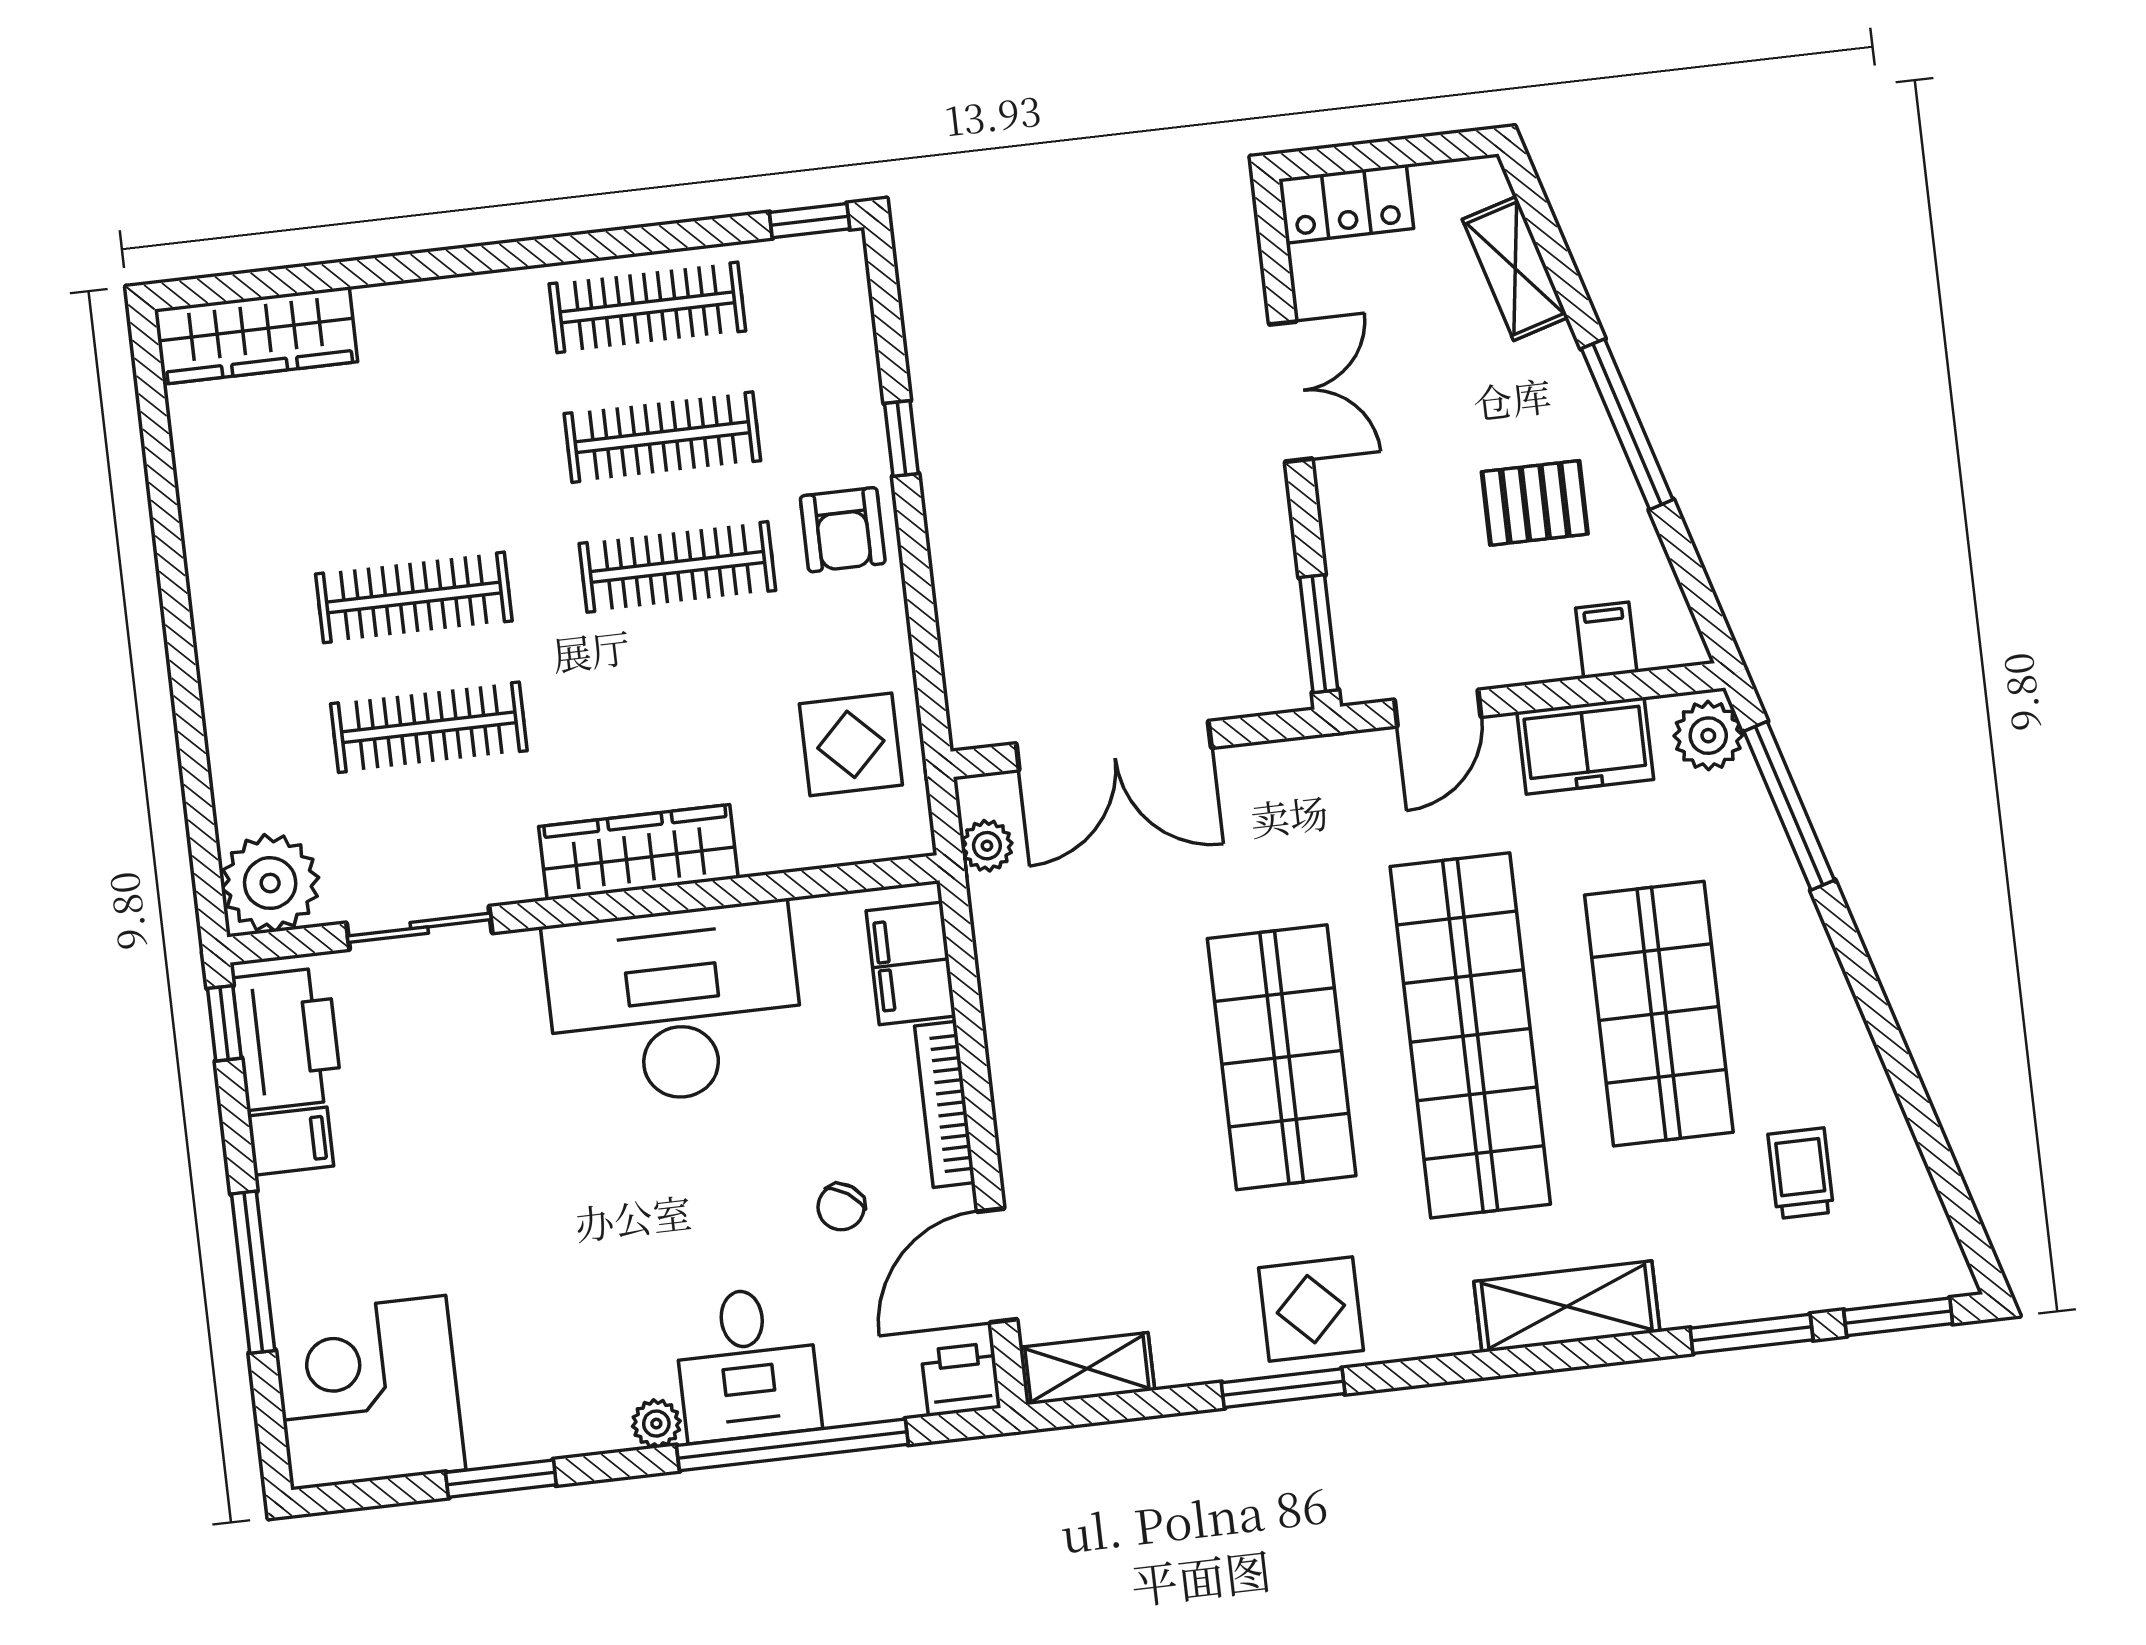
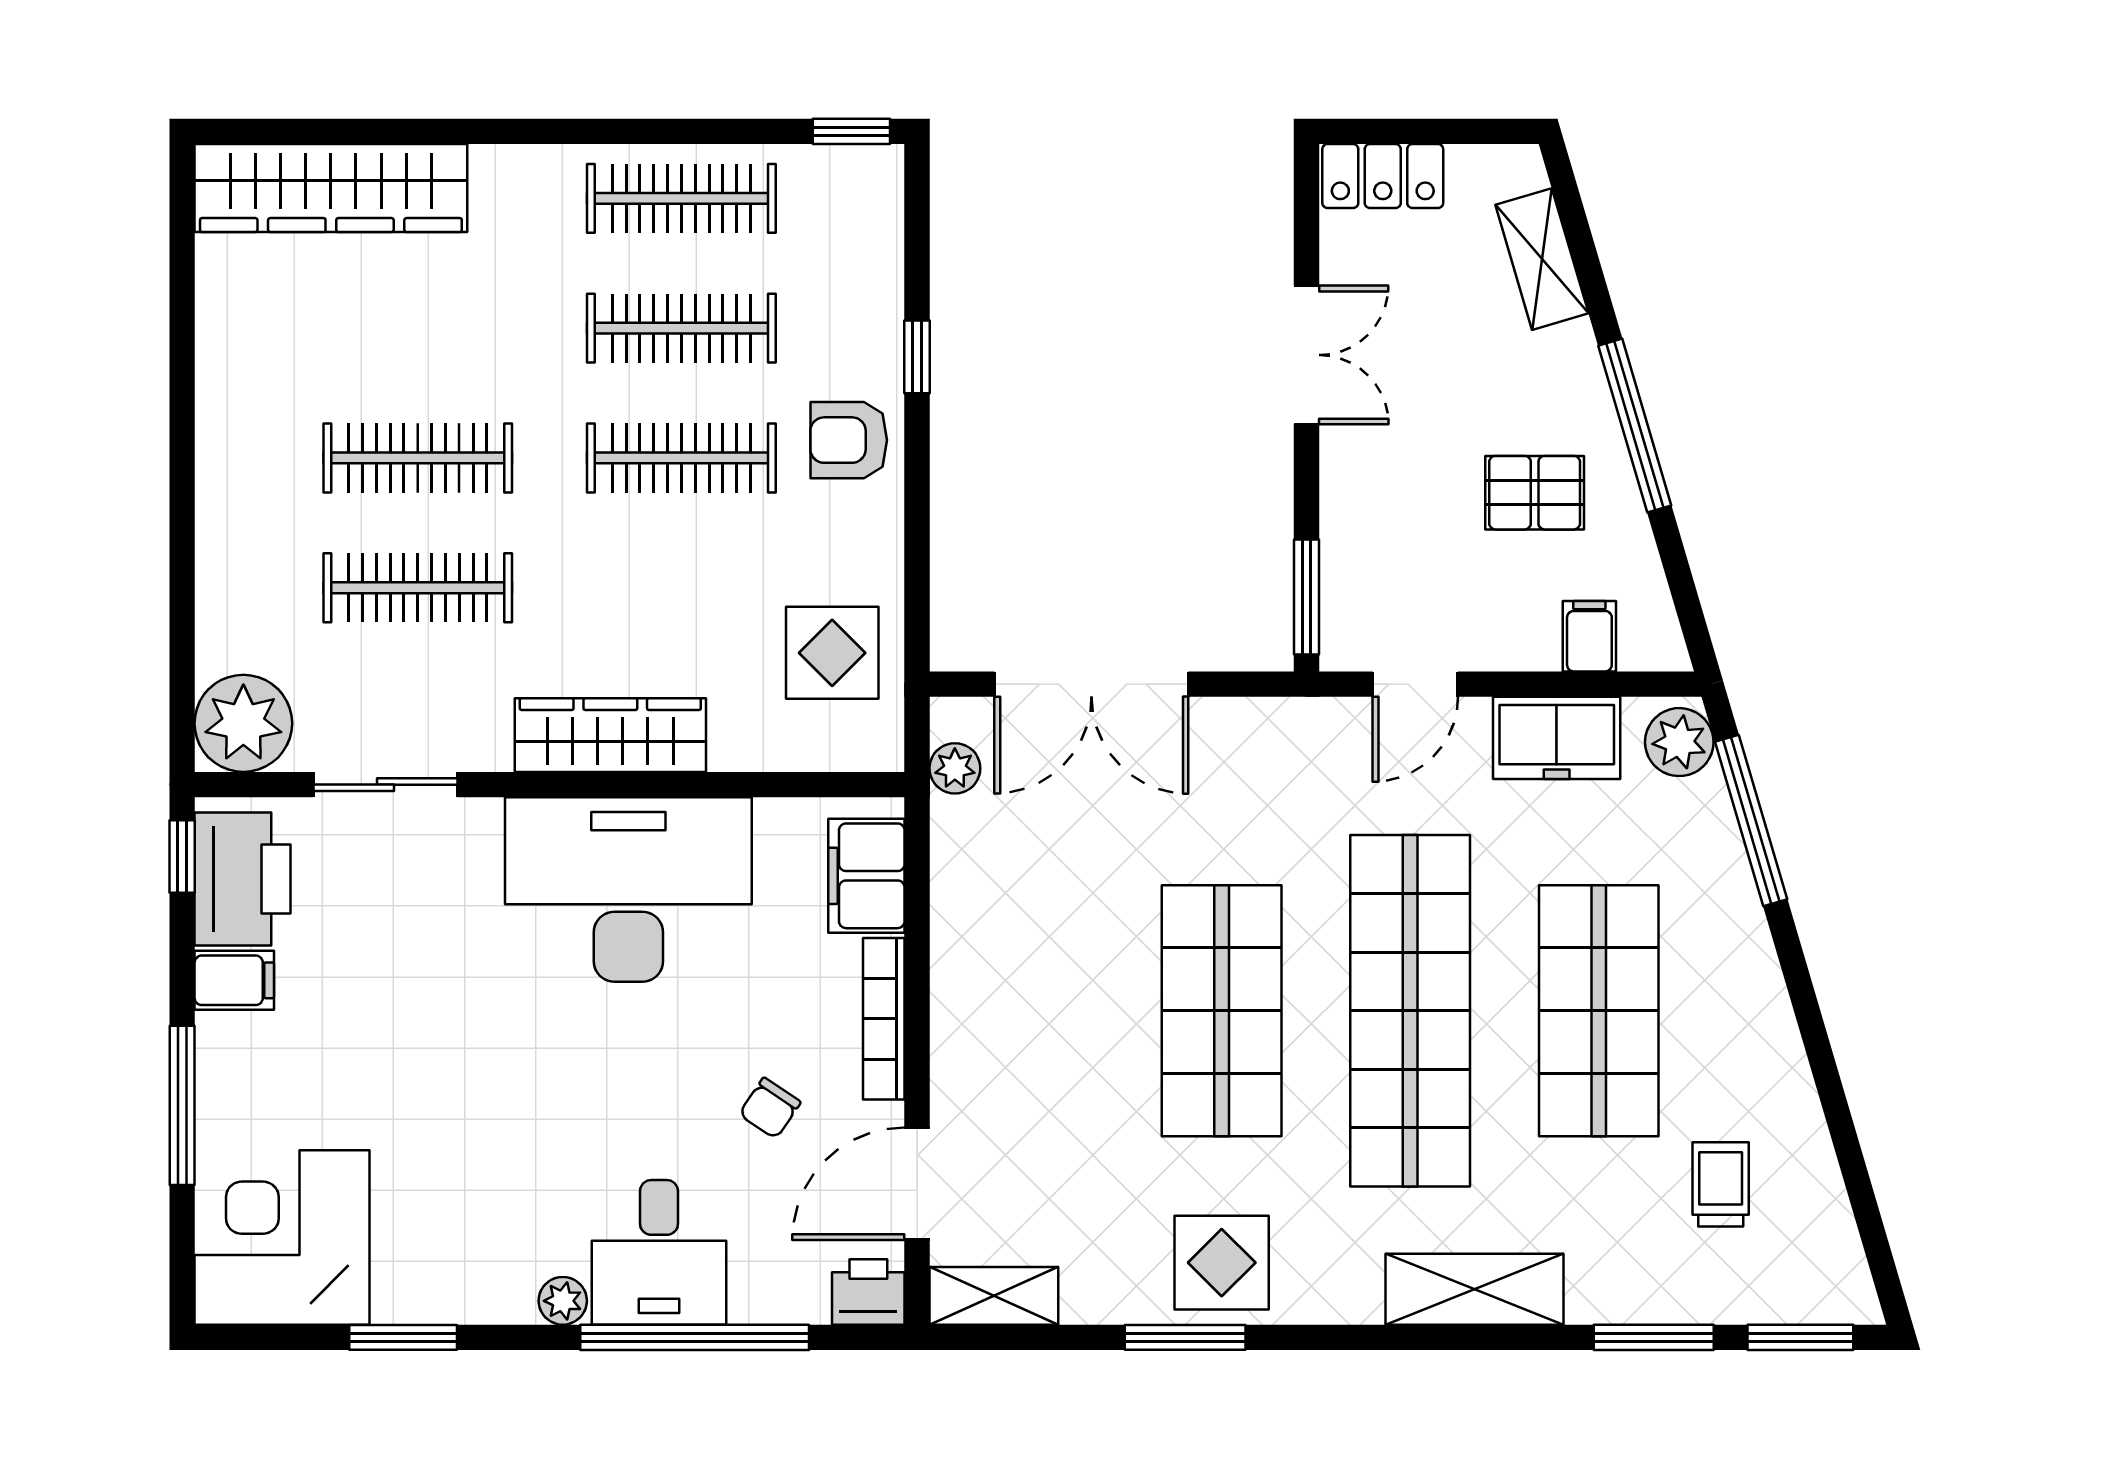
wardrobe: (256, 336) -> (331, 188), width x1.40, depth x1.17
armchair: (843, 530) -> (849, 440), turned 90

